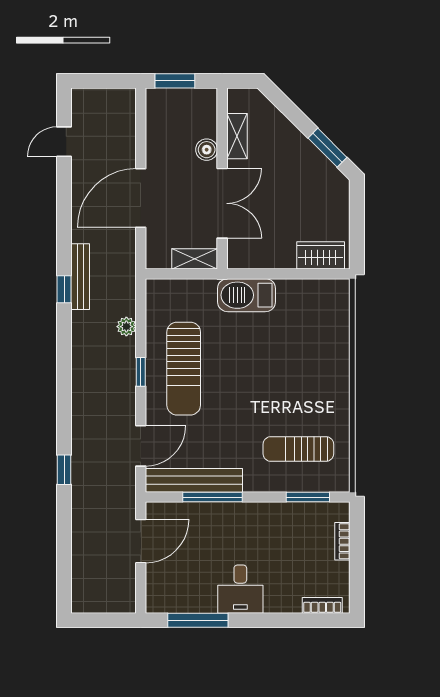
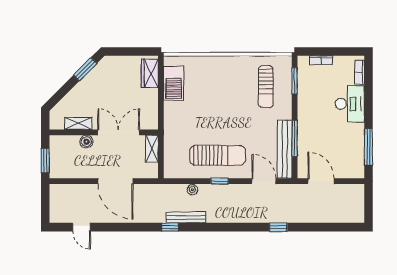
bench: (80, 277) -> (186, 217), moved
barbecue: (247, 295) -> (174, 83), moved
desk: (240, 589) -> (350, 104), moved, width x1.37

